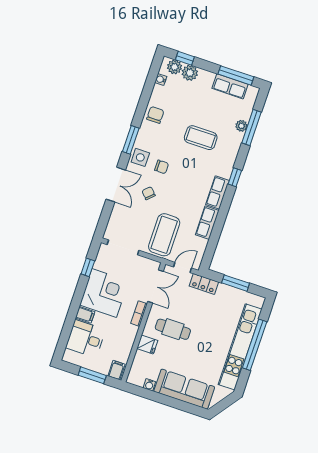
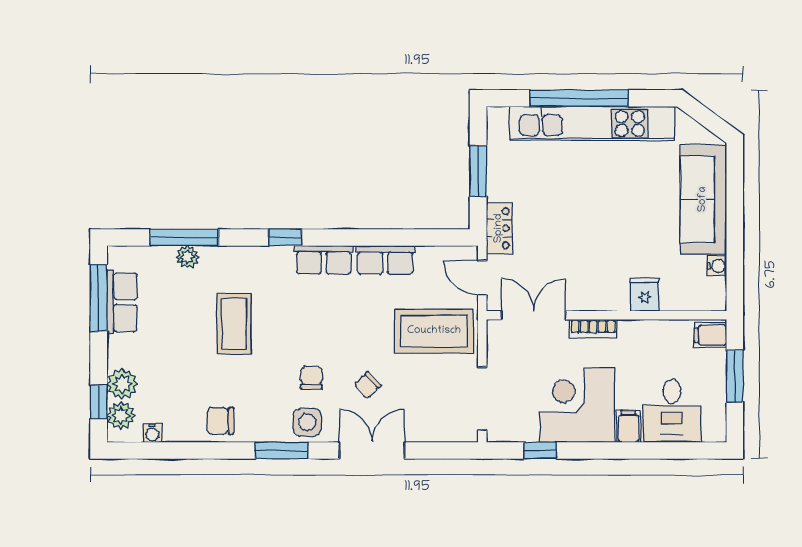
cafe table: (173, 329) -> (601, 257), removed

